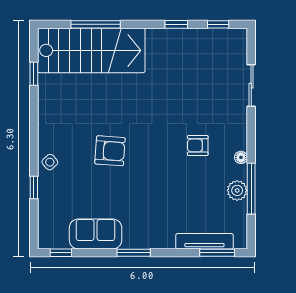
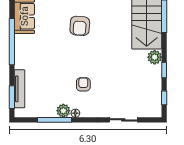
plant: (157, 39) -> (155, 57), added
plant: (237, 190) -> (63, 111), moved
window: (134, 253) -> (12, 42), width x2.11

